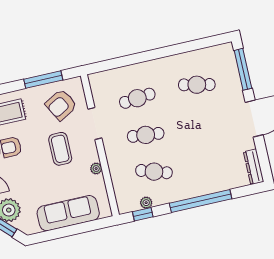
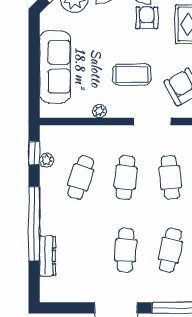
cafe table: (205, 121) -> (126, 250), added
dresser: (254, 167) -> (48, 256), moved, turned 90

